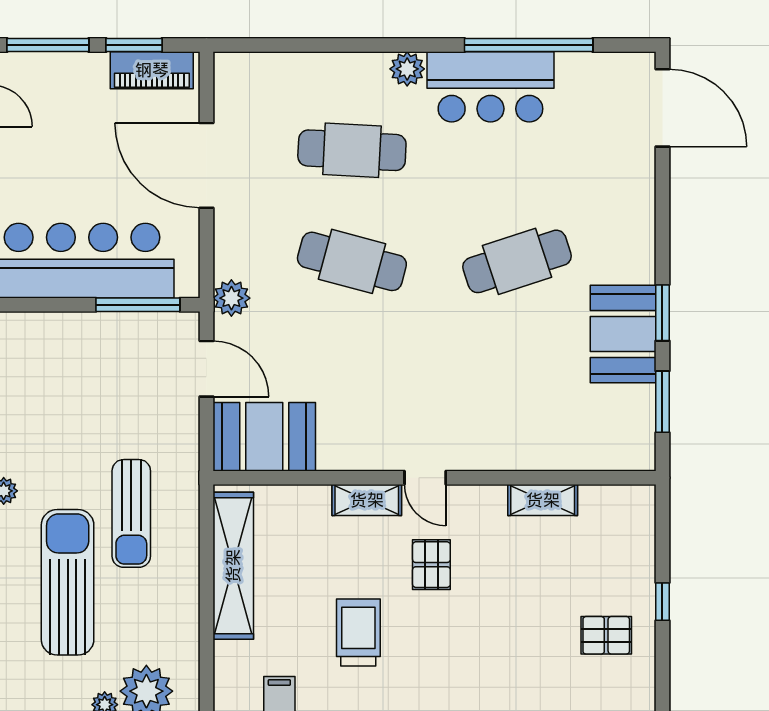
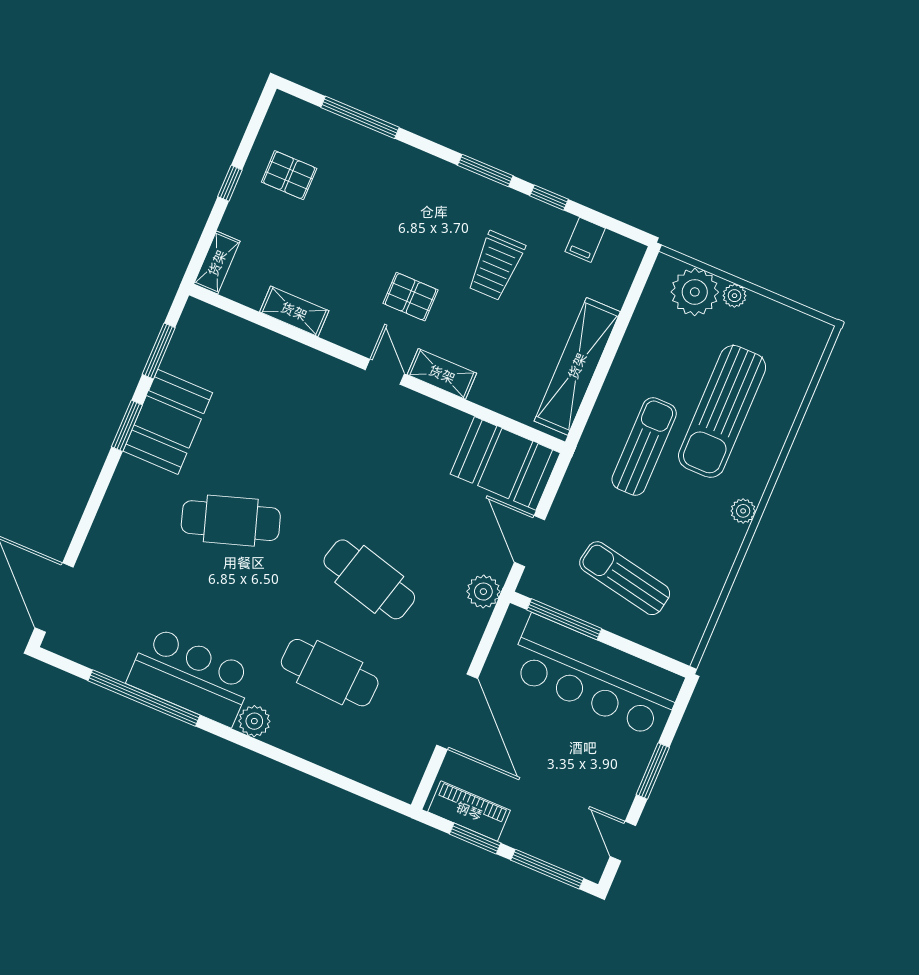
sun lounger: (95, 372) -> (625, 578), added
shelving: (642, 516) -> (217, 263), added
pallet: (431, 565) -> (411, 297), turned 90

